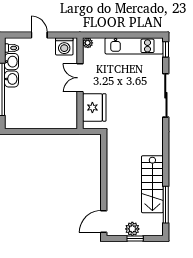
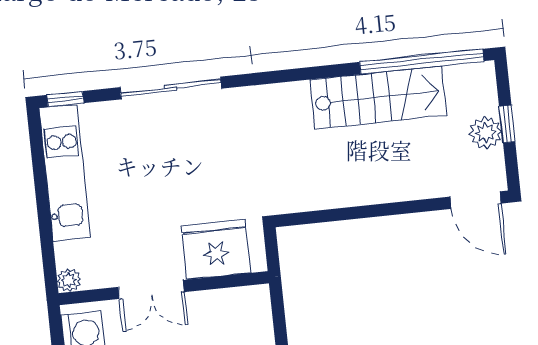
window: (166, 205) -> (422, 62), width x1.46

